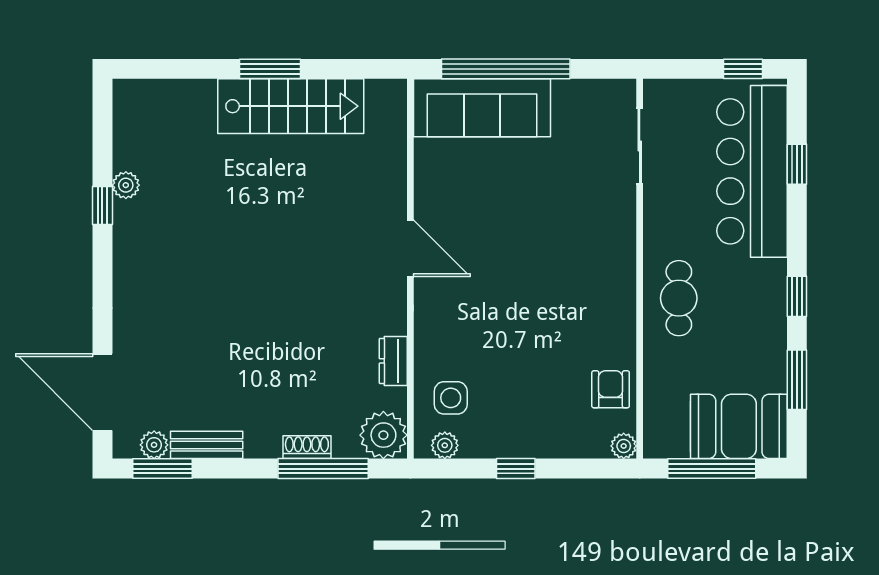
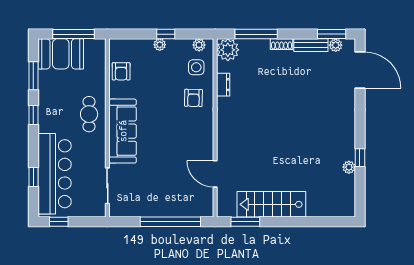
window: (270, 69) -> (245, 222), moved
sofa: (482, 108) -> (123, 131), moved, turned 90
door: (410, 248) -> (215, 174), moved
armchair: (457, 333) -> (193, 98), added
plant: (624, 446) -> (160, 45), moved
shoe rack: (307, 447) -> (282, 44), moved

